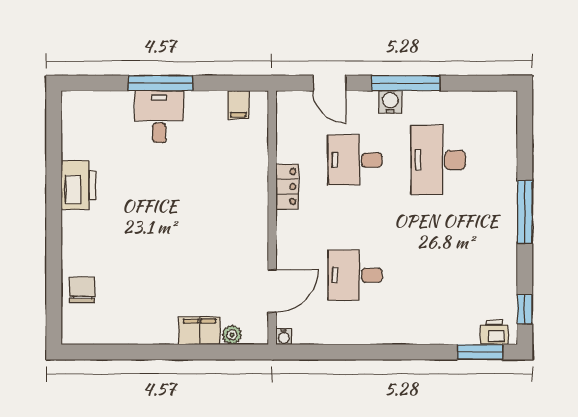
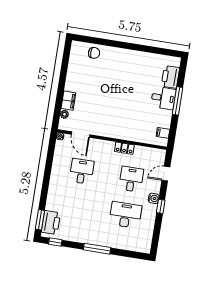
window: (406, 83) -> (161, 206), width x0.46
printer: (79, 185) -> (170, 77), moved, turned 90
printer: (494, 332) -> (51, 222), width x1.87, depth x1.48

